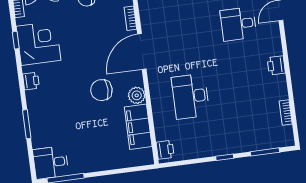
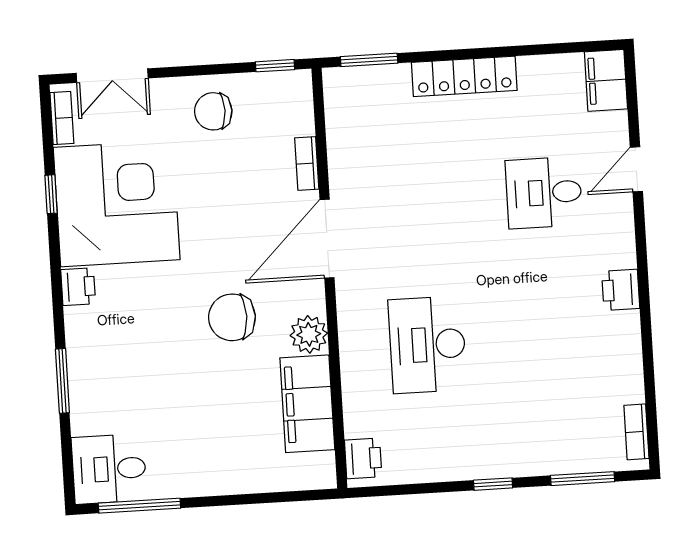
corner desk: (39, 43) -> (117, 204), width x1.36, depth x1.36
bookcase: (286, 112) -> (636, 432), moved

